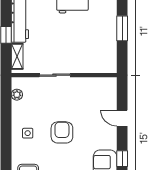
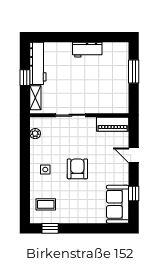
piano: (100, 85) -> (113, 124), added

